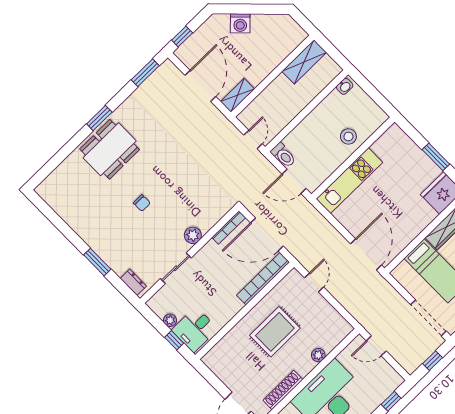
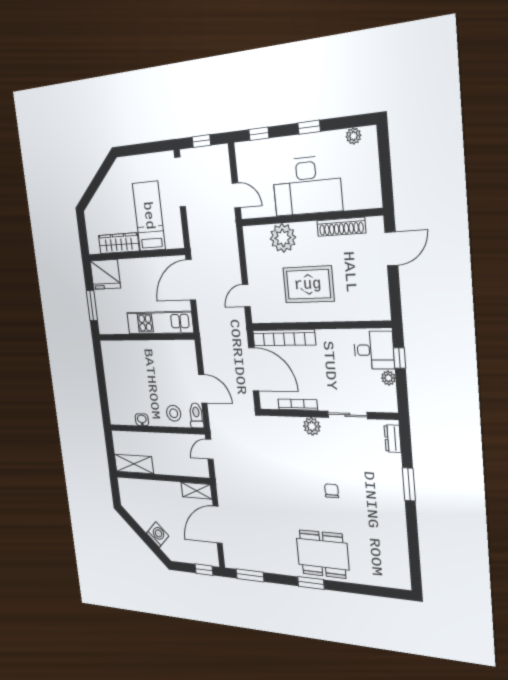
washbasin: (345, 86) -> (142, 420), moved
stool: (348, 136) -> (174, 413), moved
wall: (353, 158) -> (146, 337), moved
kitchen unit: (349, 181) -> (160, 323), moved
bookcase: (229, 227) -> (298, 405), moved
plant: (318, 355) -> (283, 238), width x1.87, depth x1.87

